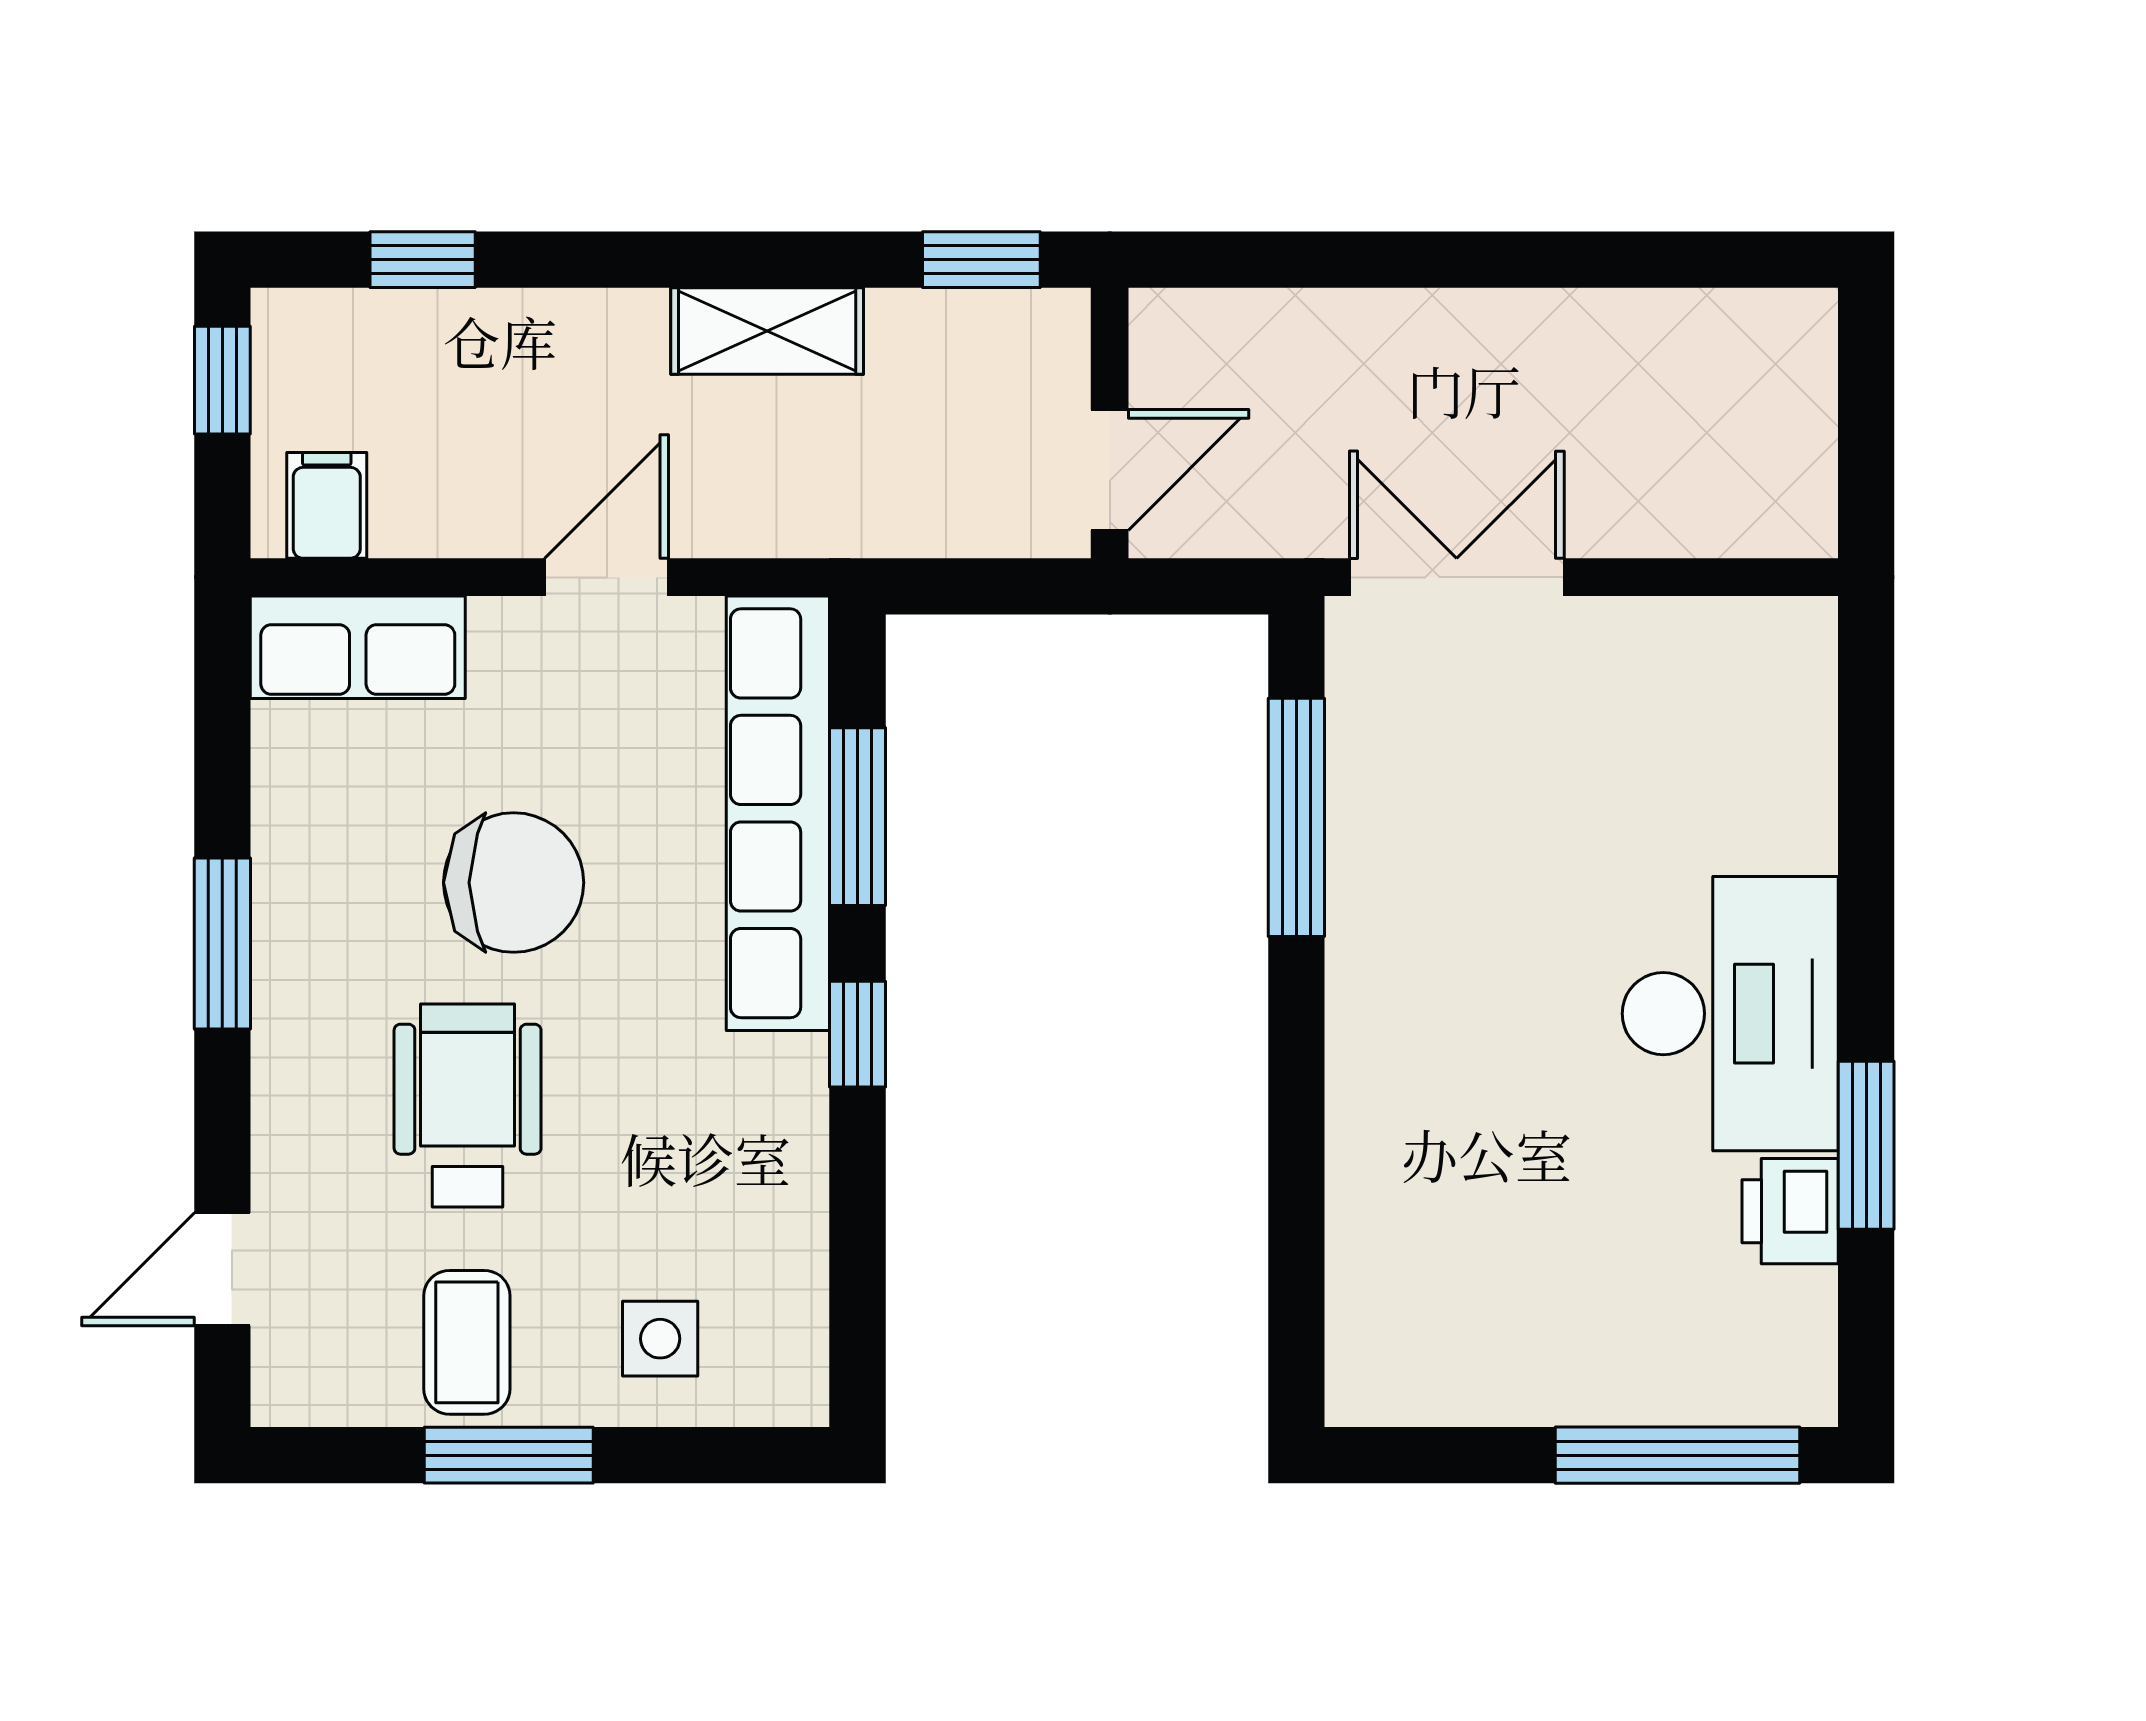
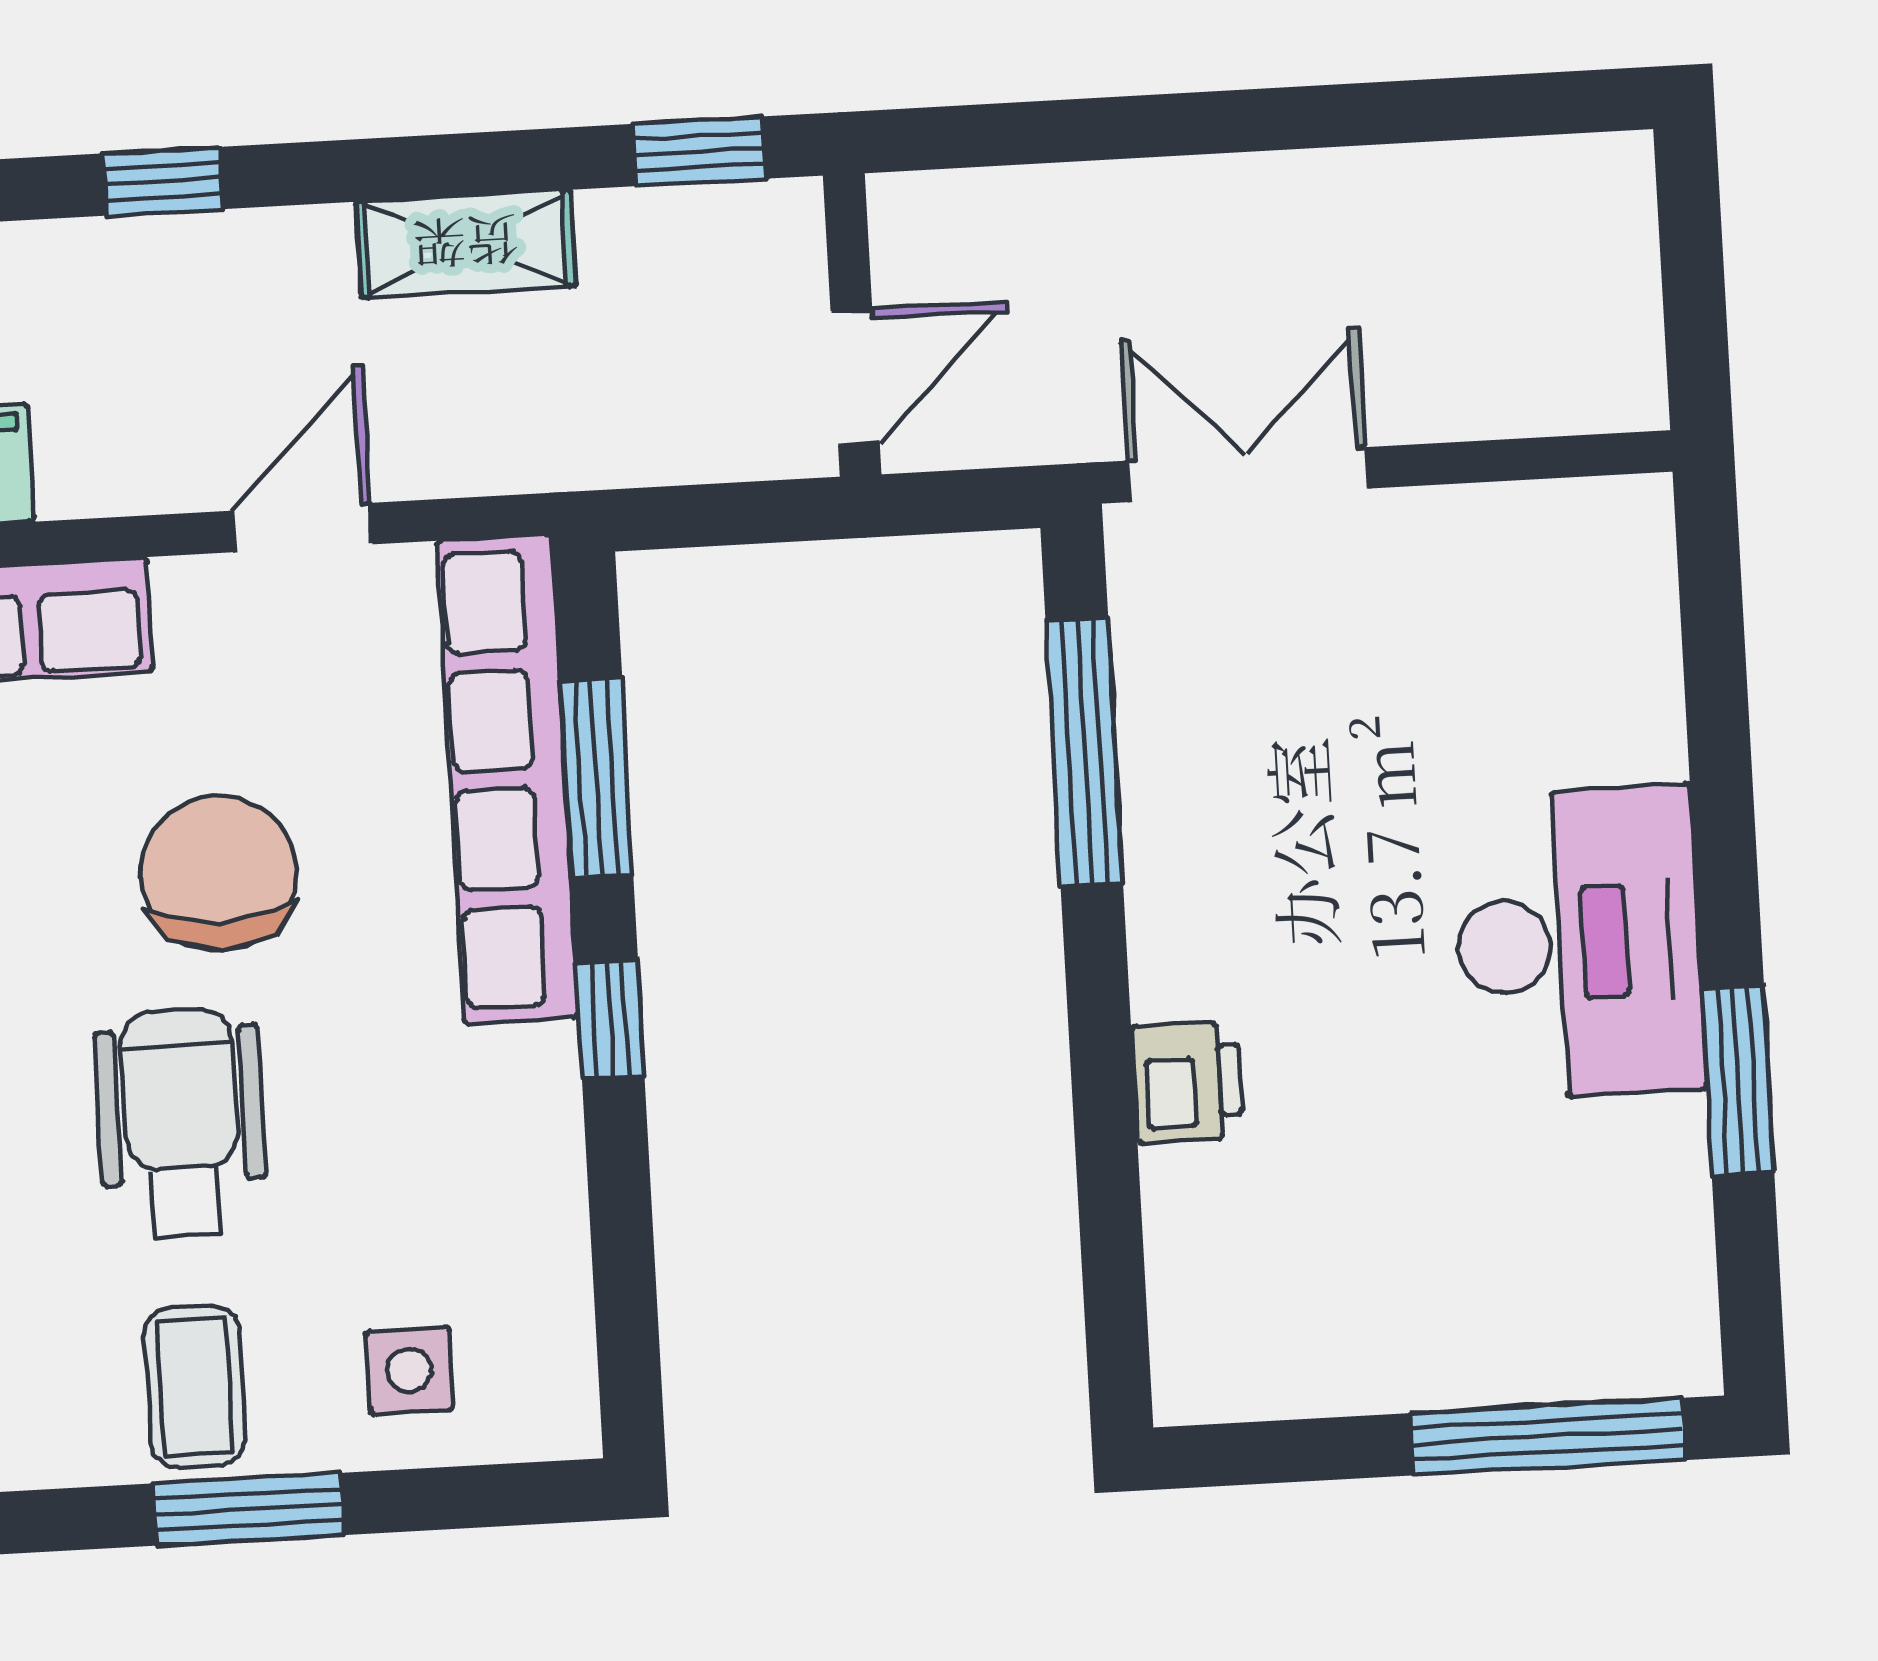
window: (423, 260) -> (163, 181), moved
chair: (514, 883) -> (218, 873), turned -90
printer: (1790, 1211) -> (1187, 1082), moved, turned 180

